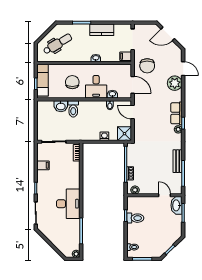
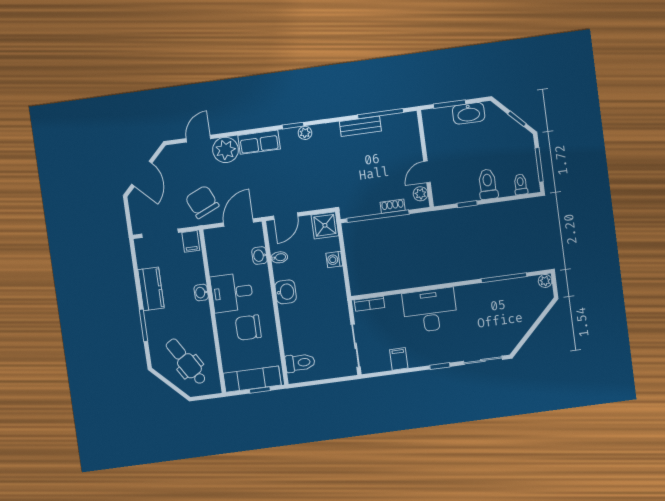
chair: (147, 66) -> (202, 202), turned -114
desk: (96, 87) -> (232, 292), moved, turned 180
washbasin: (61, 106) -> (286, 292), moved
toilet: (73, 109) -> (300, 363), moved
row of seats: (176, 113) -> (259, 142), moved
door: (165, 195) -> (427, 172), moved
desk: (68, 204) -> (430, 310), moved
washbasin: (177, 205) -> (469, 113), moved
toilet: (135, 218) -> (488, 184), moved

